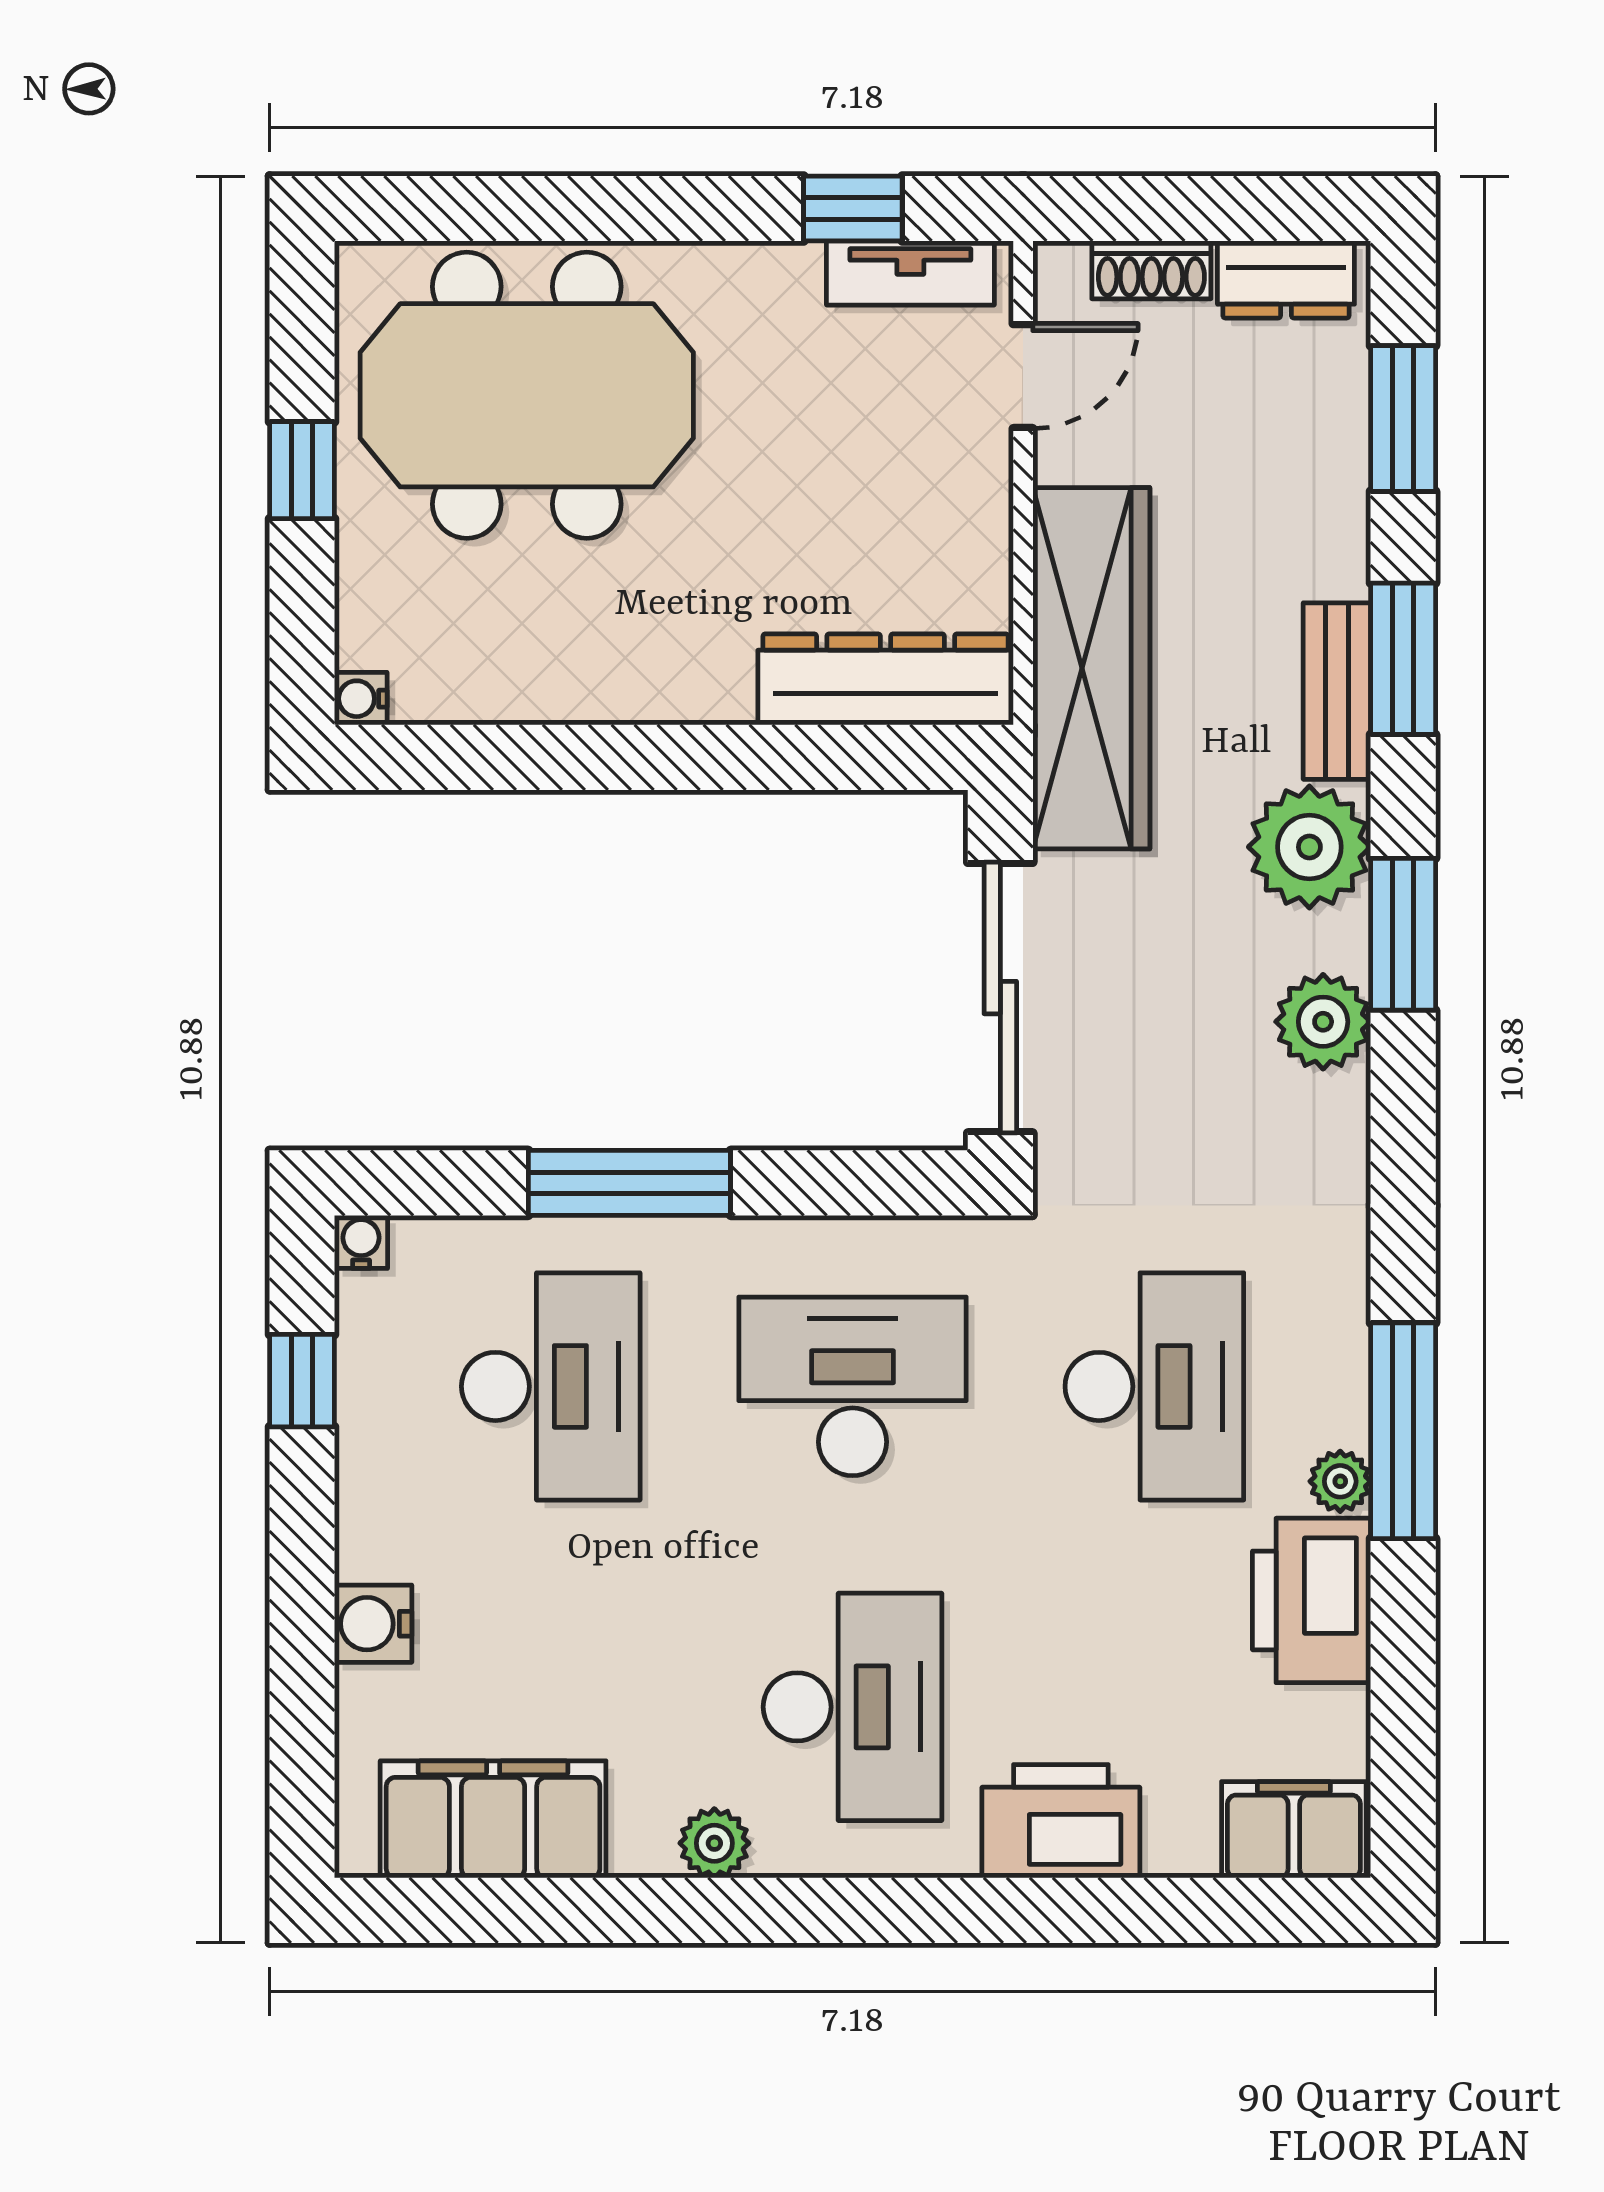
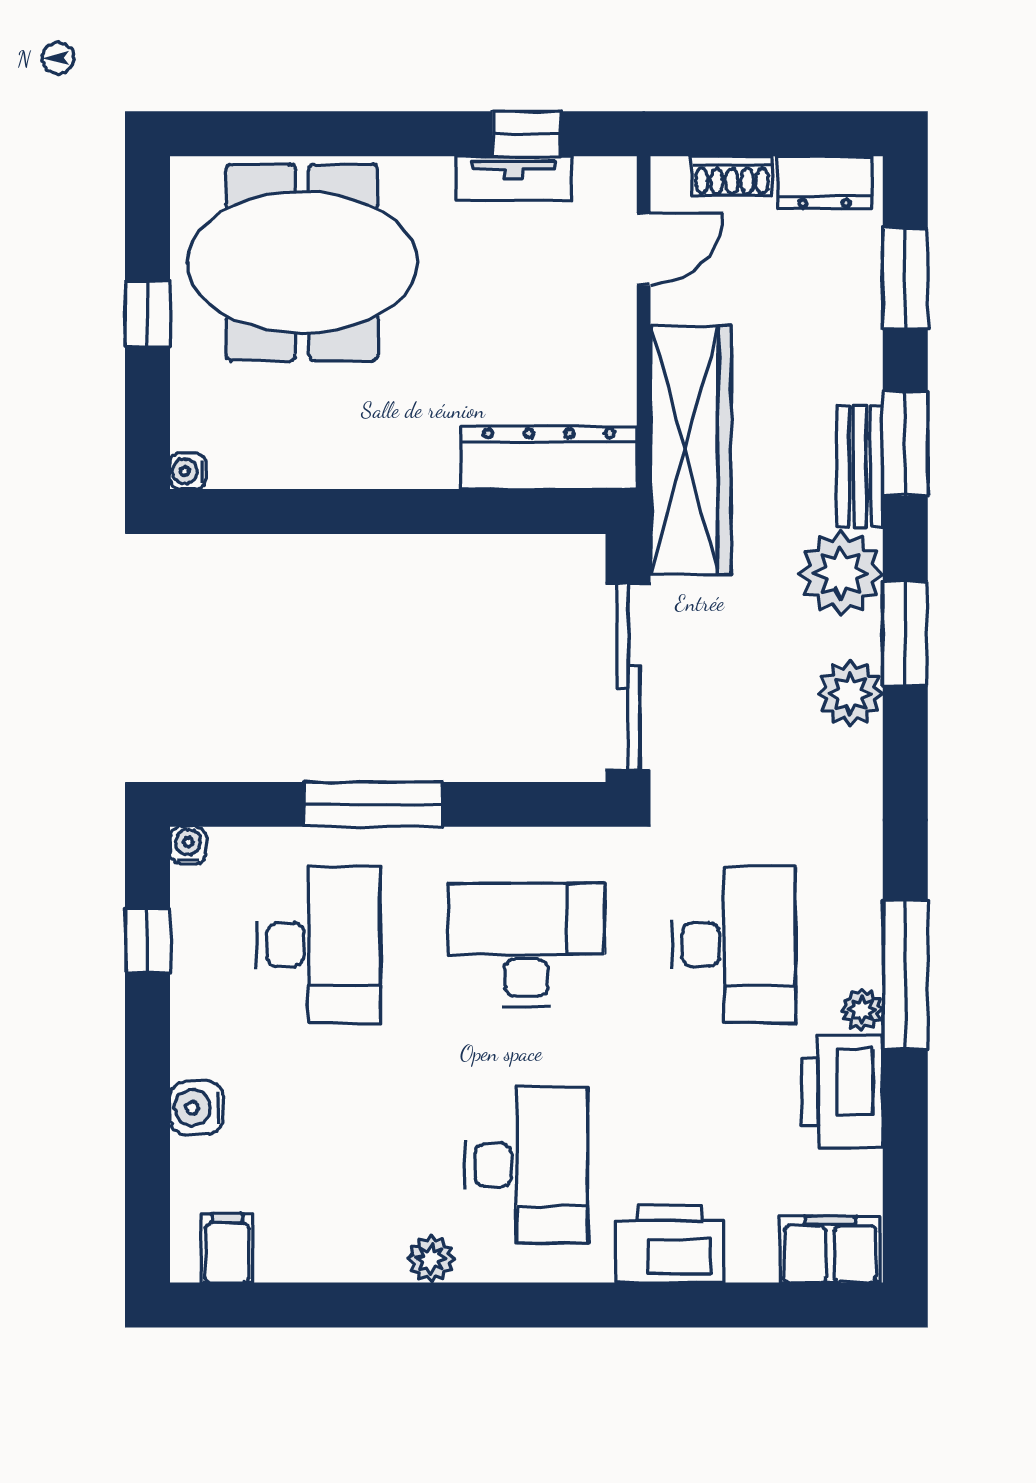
tv unit: (910, 273) -> (514, 178), moved
filing cabinet: (493, 1819) -> (227, 1248), width x0.33, depth x0.86

